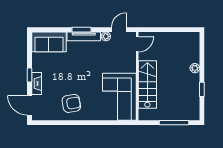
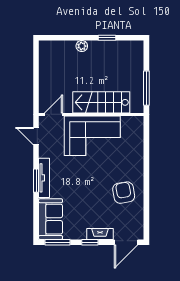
plant: (106, 36) -> (44, 152), removed
door: (137, 44) -> (53, 114), hinge flipped
window: (30, 48) -> (58, 242), added
corner sofa: (119, 97) -> (92, 136), moved
window: (174, 123) -> (146, 88), moved

